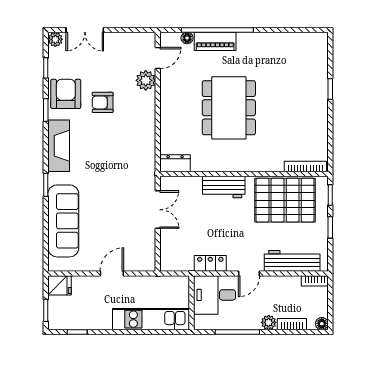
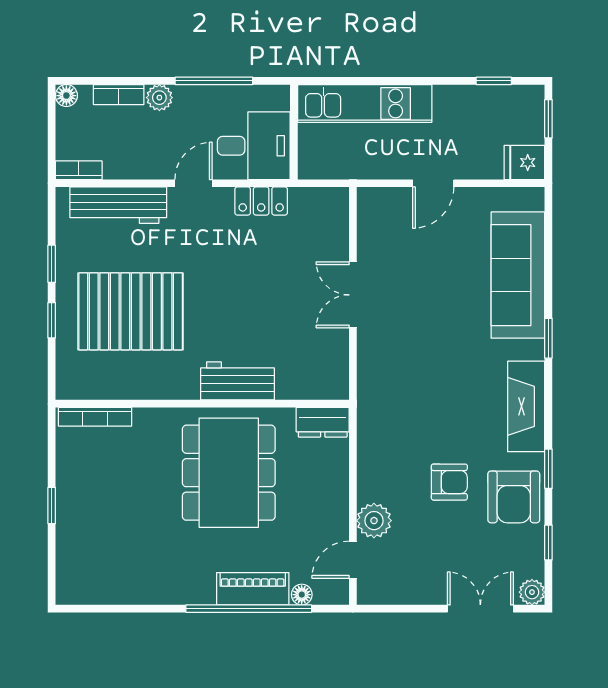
dresser: (175, 163) -> (323, 422), moved
bookcase: (305, 166) -> (95, 417), moved
wall: (244, 174) -> (202, 404), moved
workbench: (224, 187) -> (238, 381), moved

